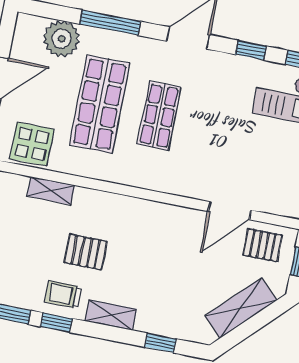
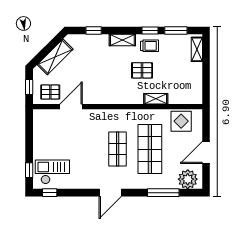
window: (110, 23) -> (163, 193), moved
plant: (61, 39) -> (188, 179), moved
window: (251, 50) -> (76, 193), removed
shelving: (51, 191) -> (156, 99), moved

